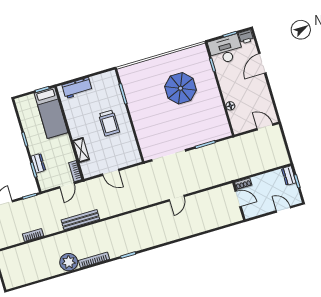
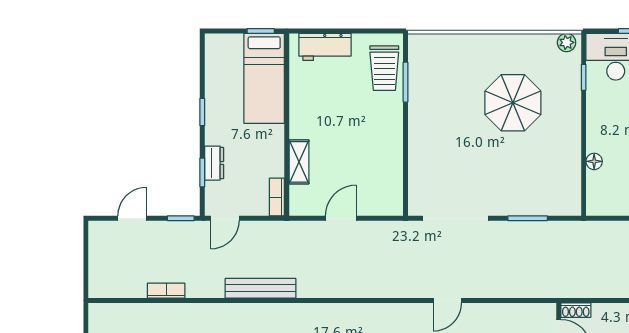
plant: (199, 50) -> (567, 42), added
trolley: (109, 123) -> (384, 68), moved
door: (111, 172) -> (341, 218), swing flipped
door: (67, 185) -> (225, 218), moved

